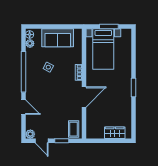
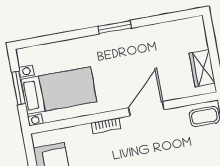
door: (84, 97) -> (146, 109), hinge flipped
wardrobe: (115, 133) -> (202, 68), moved

